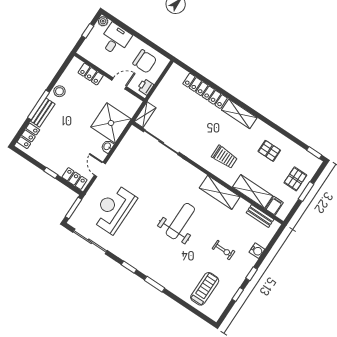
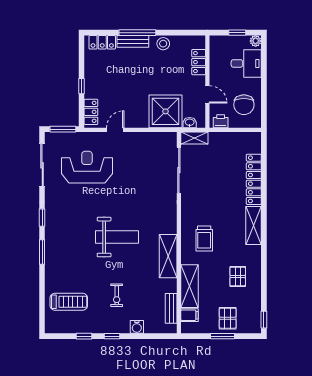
washbasin: (107, 146) -> (190, 123), moved
pallet: (295, 179) -> (228, 318), turned 90

